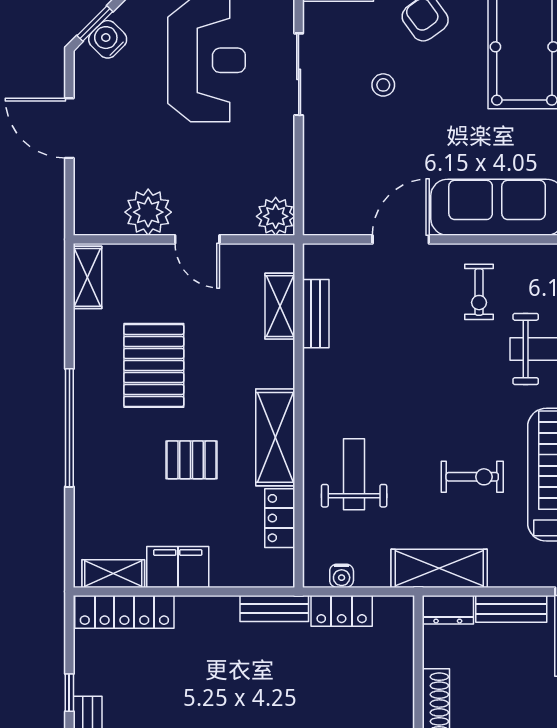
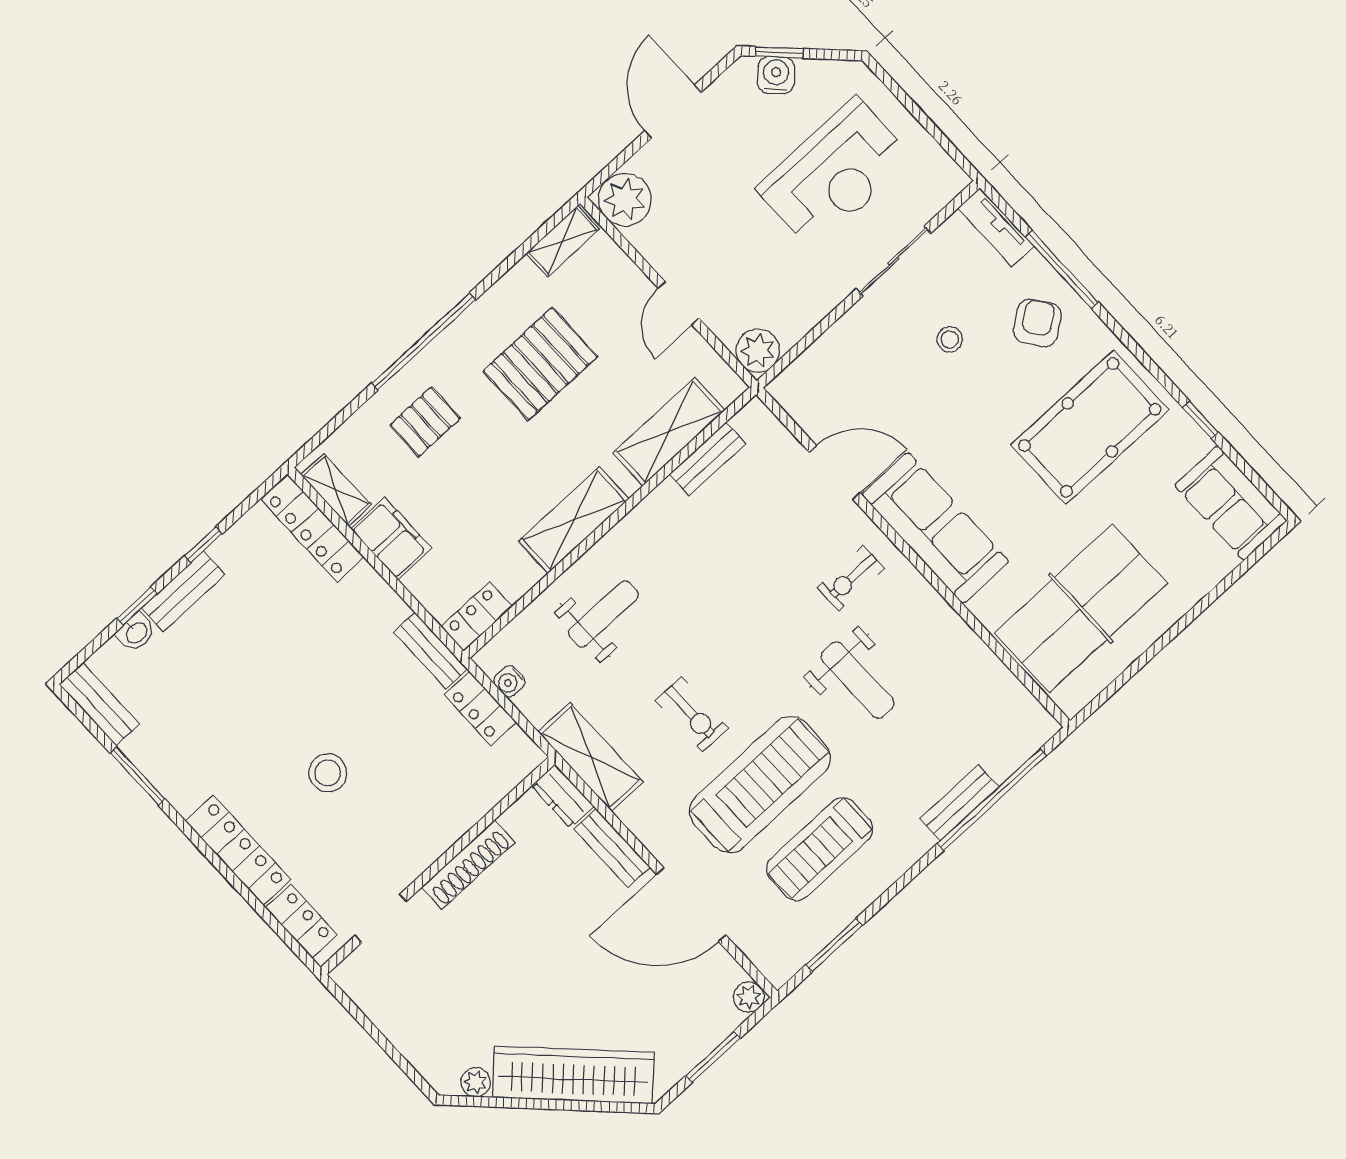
plant: (148, 212) -> (625, 200), moved
shelving: (280, 306) -> (669, 432), width x1.50, depth x1.33
pallet: (191, 460) -> (425, 422), moved, turned 90
locker: (280, 518) -> (477, 616), moved

